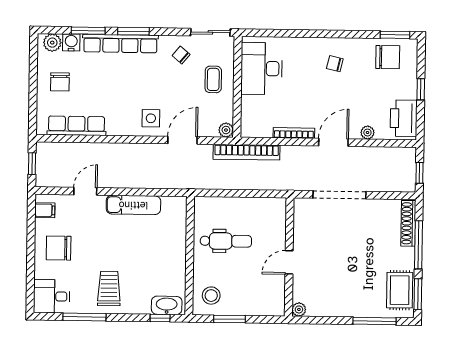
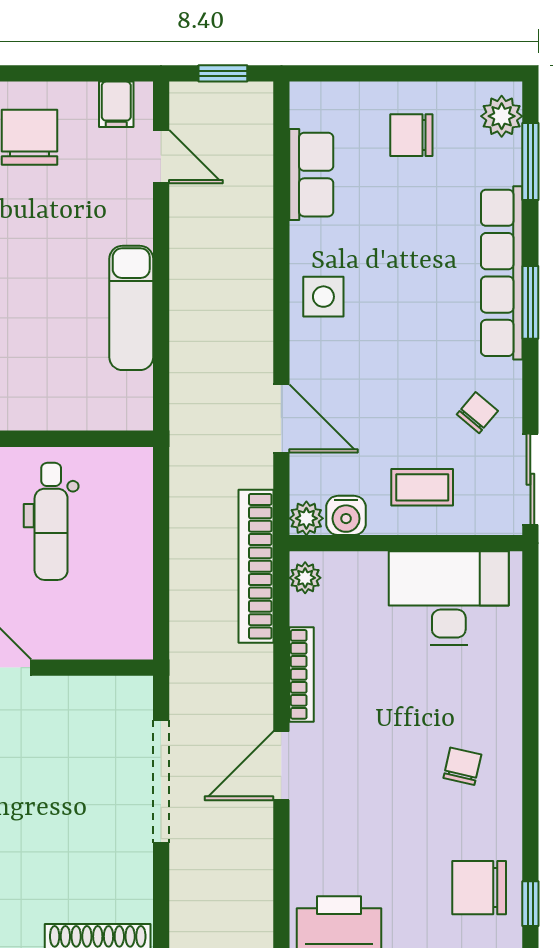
window: (88, 31) -> (530, 162), moved
window: (395, 35) -> (530, 904), width x0.67
water cooler: (71, 42) -> (346, 515), moved, turned 90
chair: (388, 57) -> (479, 888), turned 90
side table: (151, 118) -> (323, 297), moved
row of seats: (77, 126) -> (311, 175), width x0.68
plant: (367, 133) -> (305, 578), moved
door: (333, 142) -> (281, 766), swing flipped
door: (85, 191) -> (161, 157), moved

